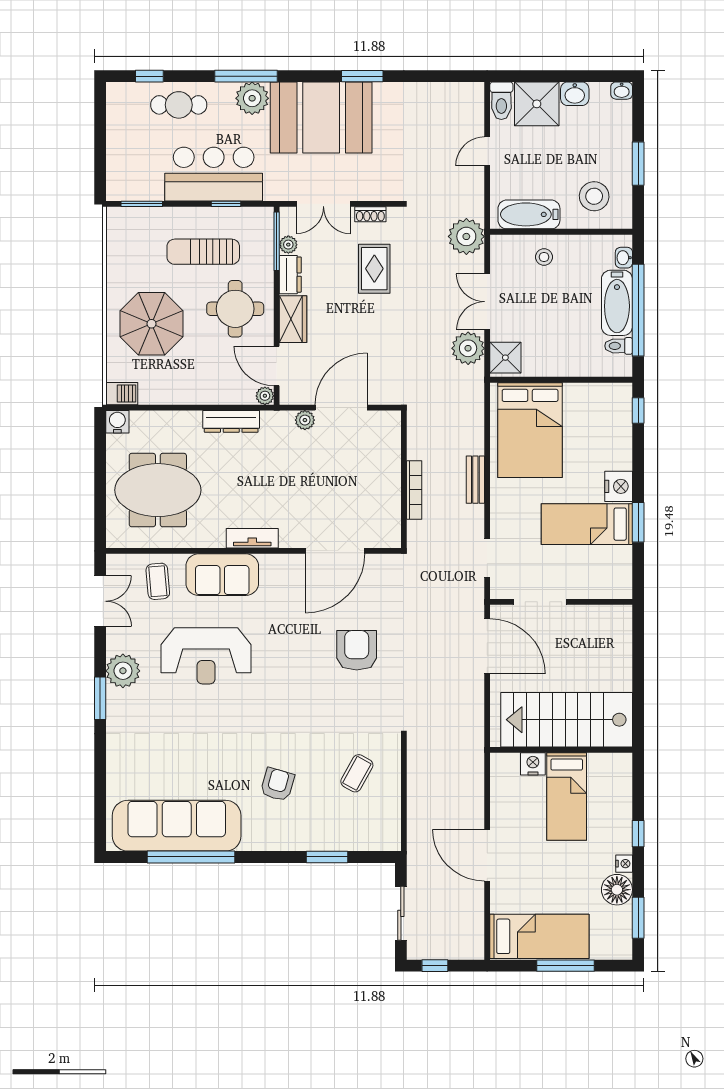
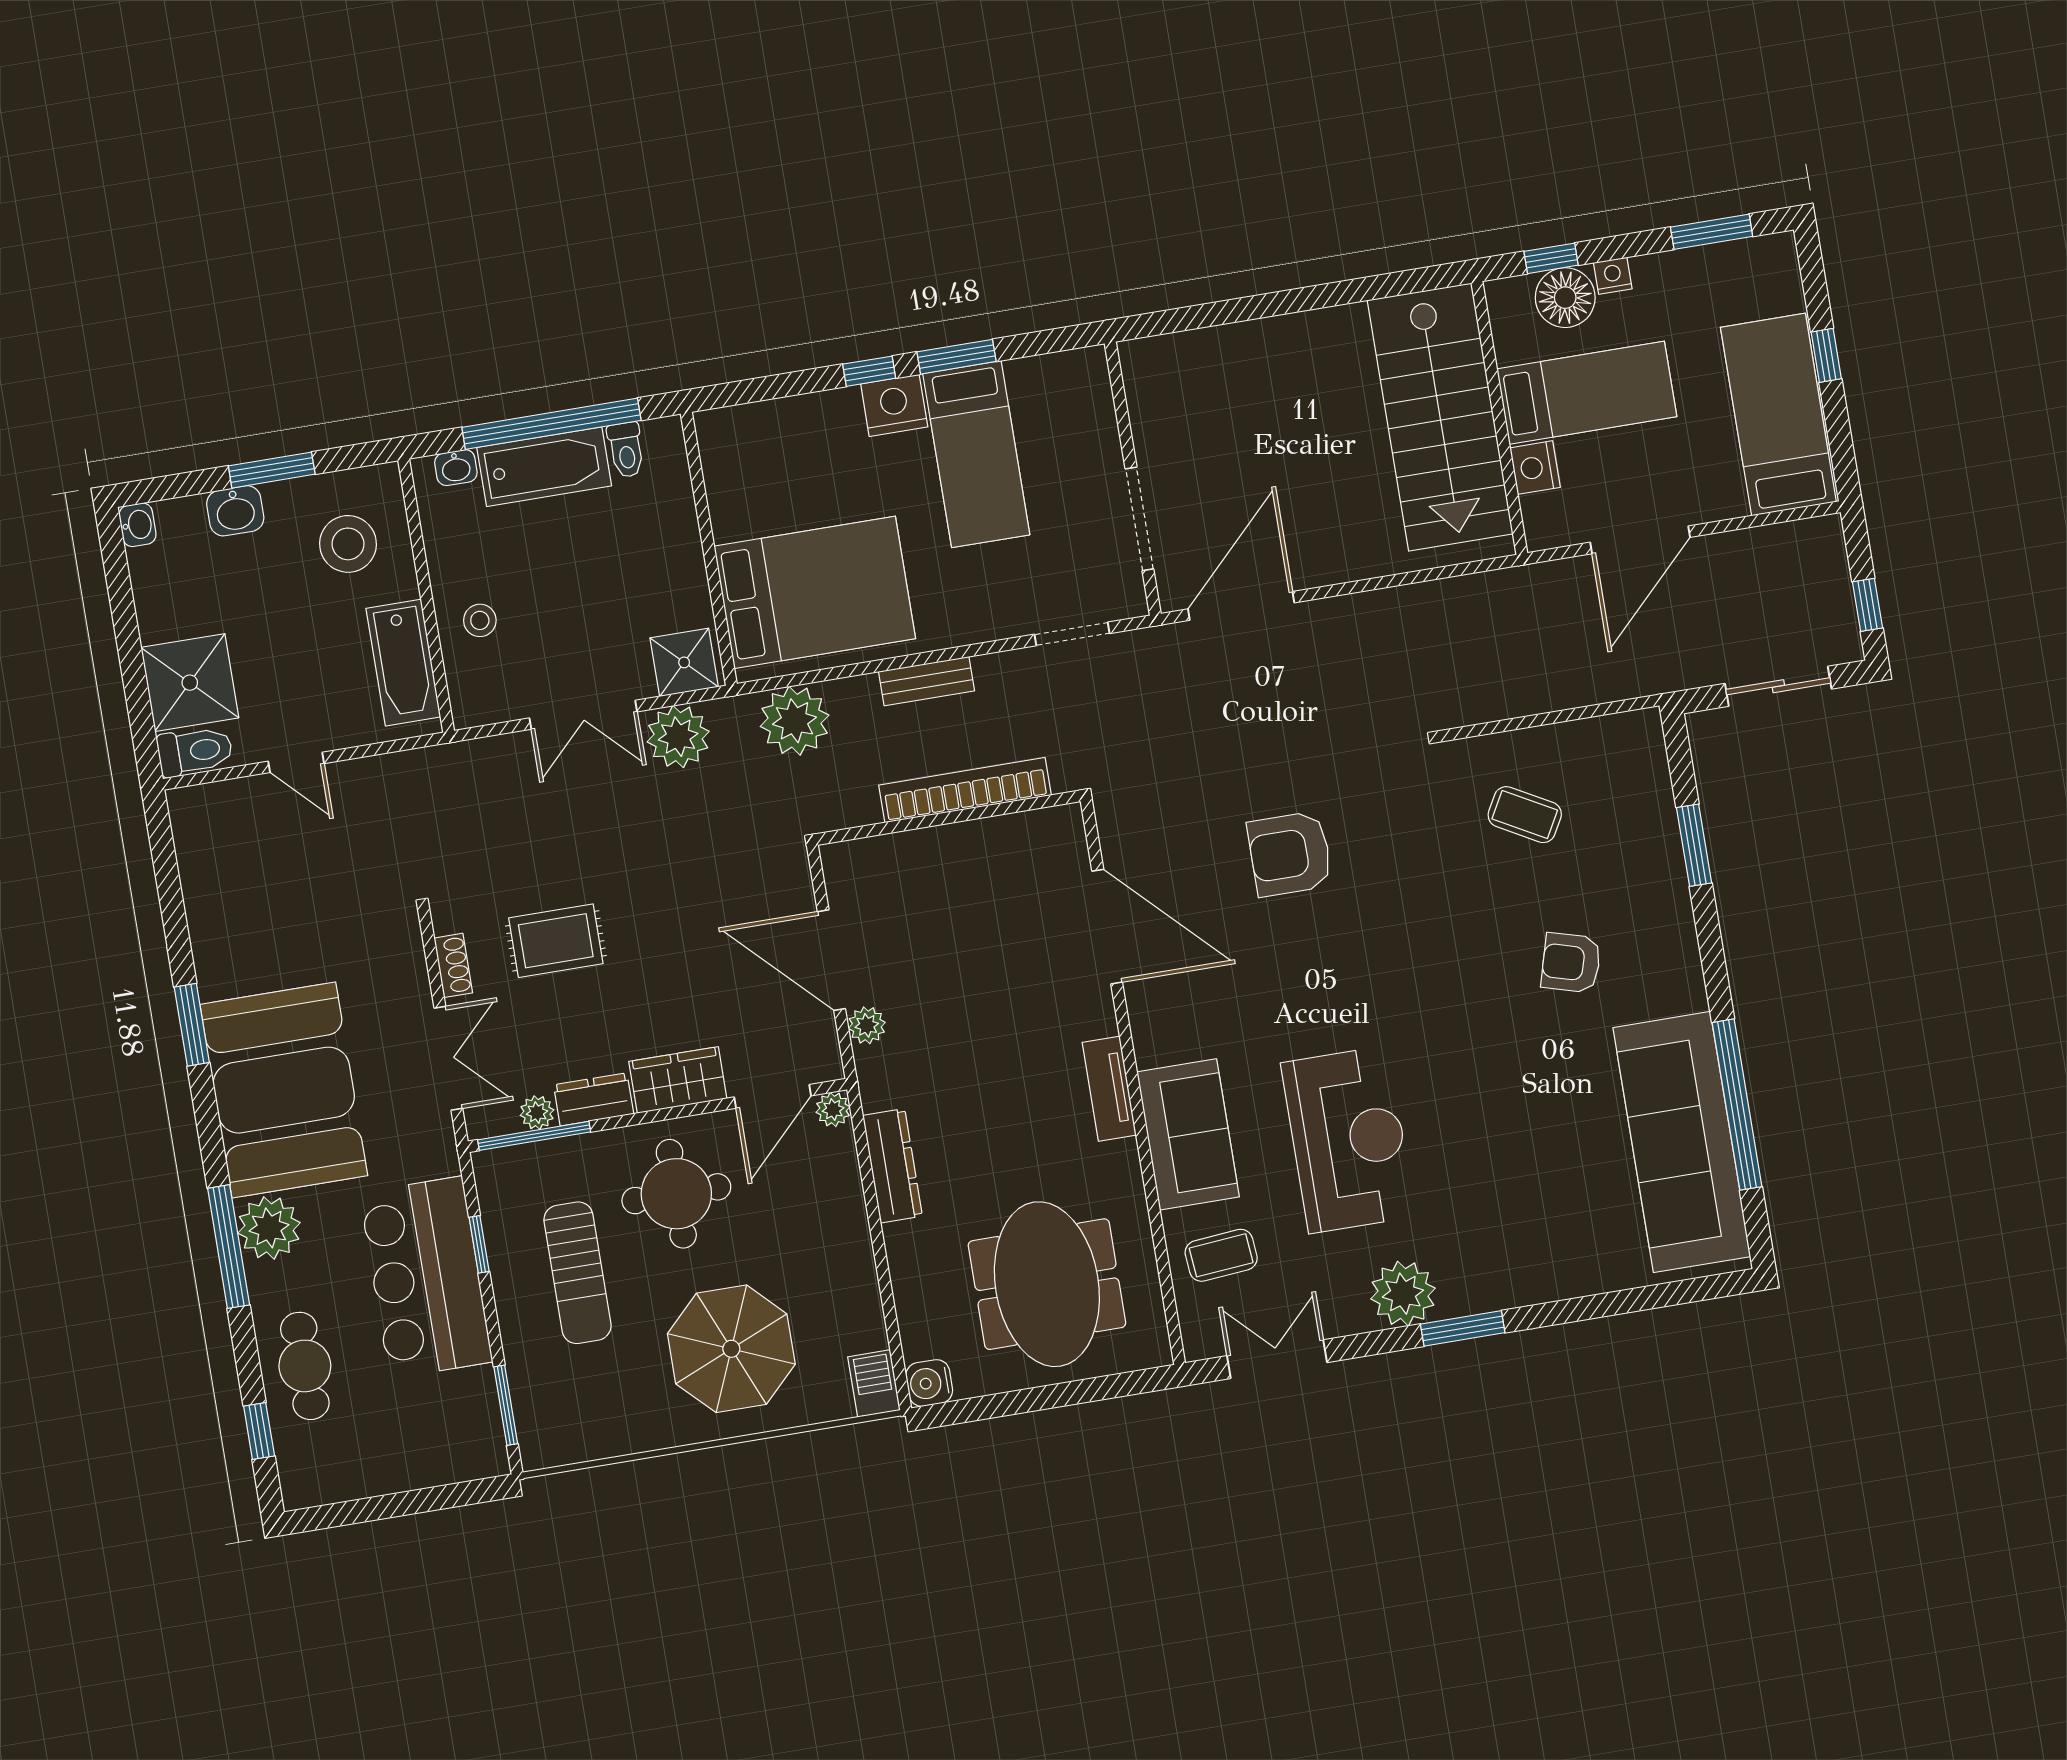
washbasin: (575, 94) -> (235, 511), moved, turned 90
plant: (466, 236) -> (795, 721), moved
window: (638, 410) -> (869, 371), moved
bookcase: (414, 490) -> (965, 790), width x1.48, depth x1.31
stairs: (567, 720) -> (1440, 417), moved
wall: (561, 750) -> (1499, 418), moved
nightstand: (533, 764) -> (1535, 468), moved
bed: (567, 797) -> (1587, 393), moved
floor lamp: (617, 890) -> (1565, 298), moved
window: (566, 966) -> (1826, 355), width x0.46

